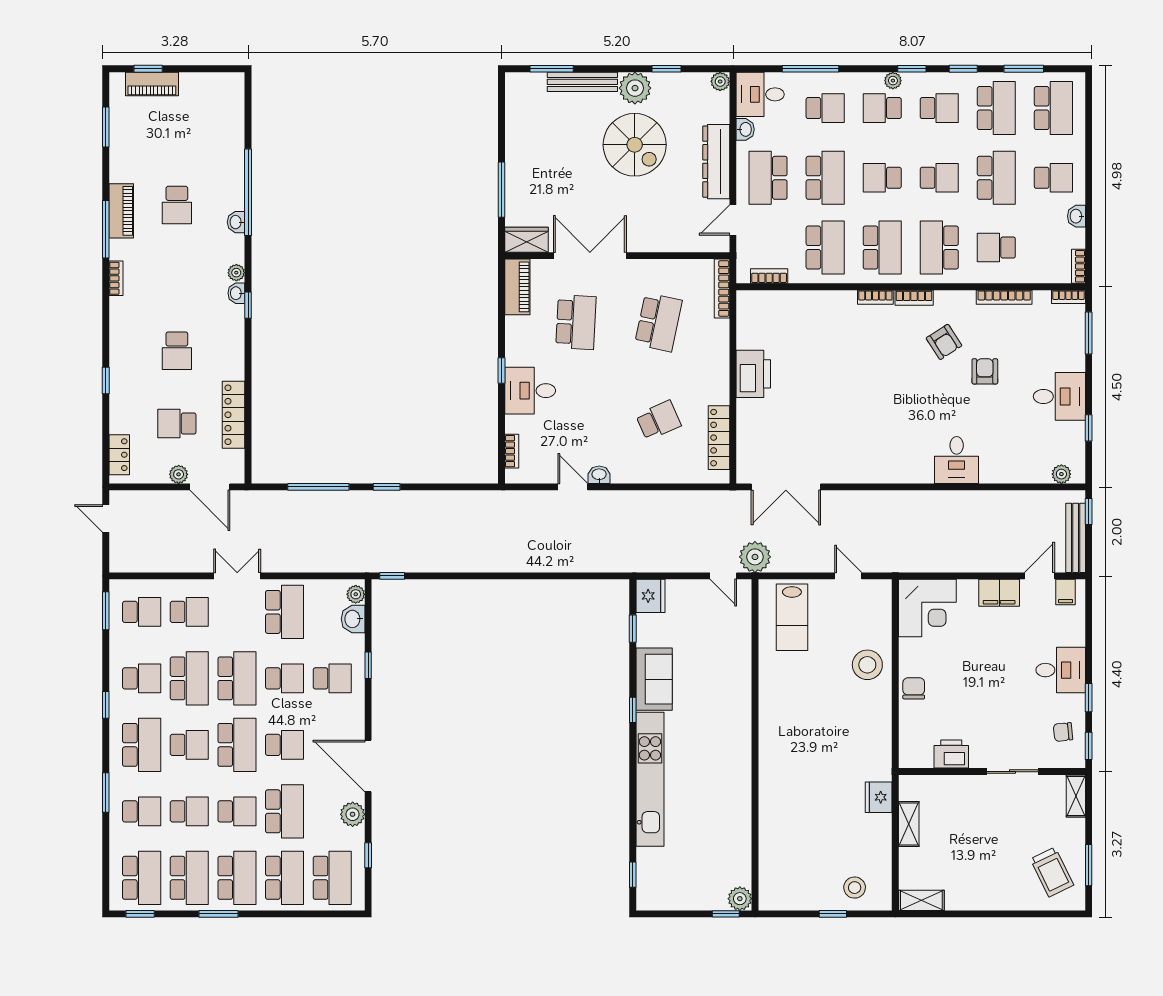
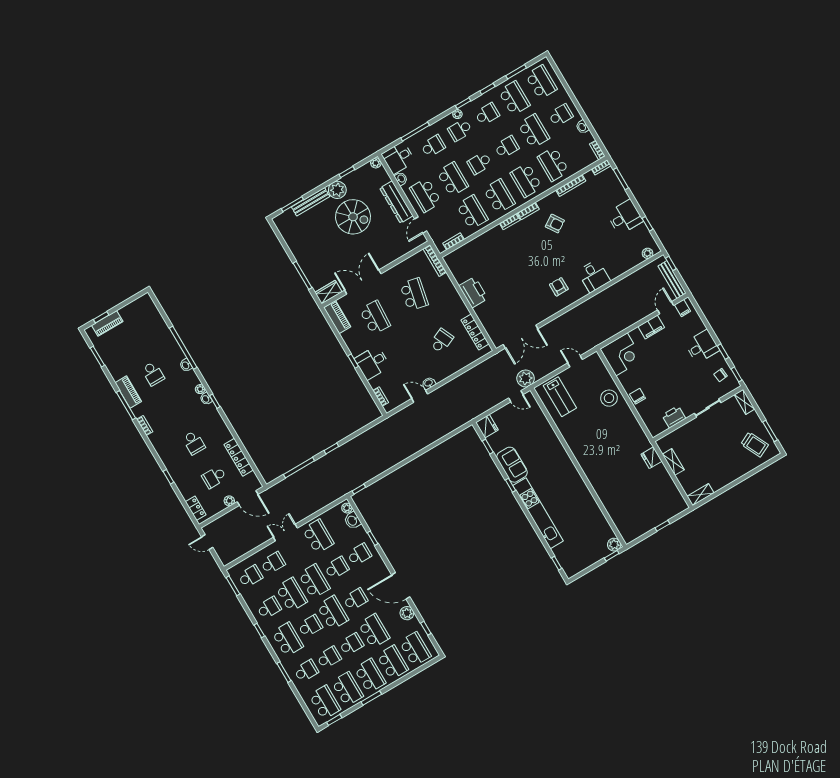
school desk: (996, 248) -> (553, 164), width x1.85
armchair: (985, 371) -> (559, 287), moved
stool: (855, 888) -> (665, 507), removed

